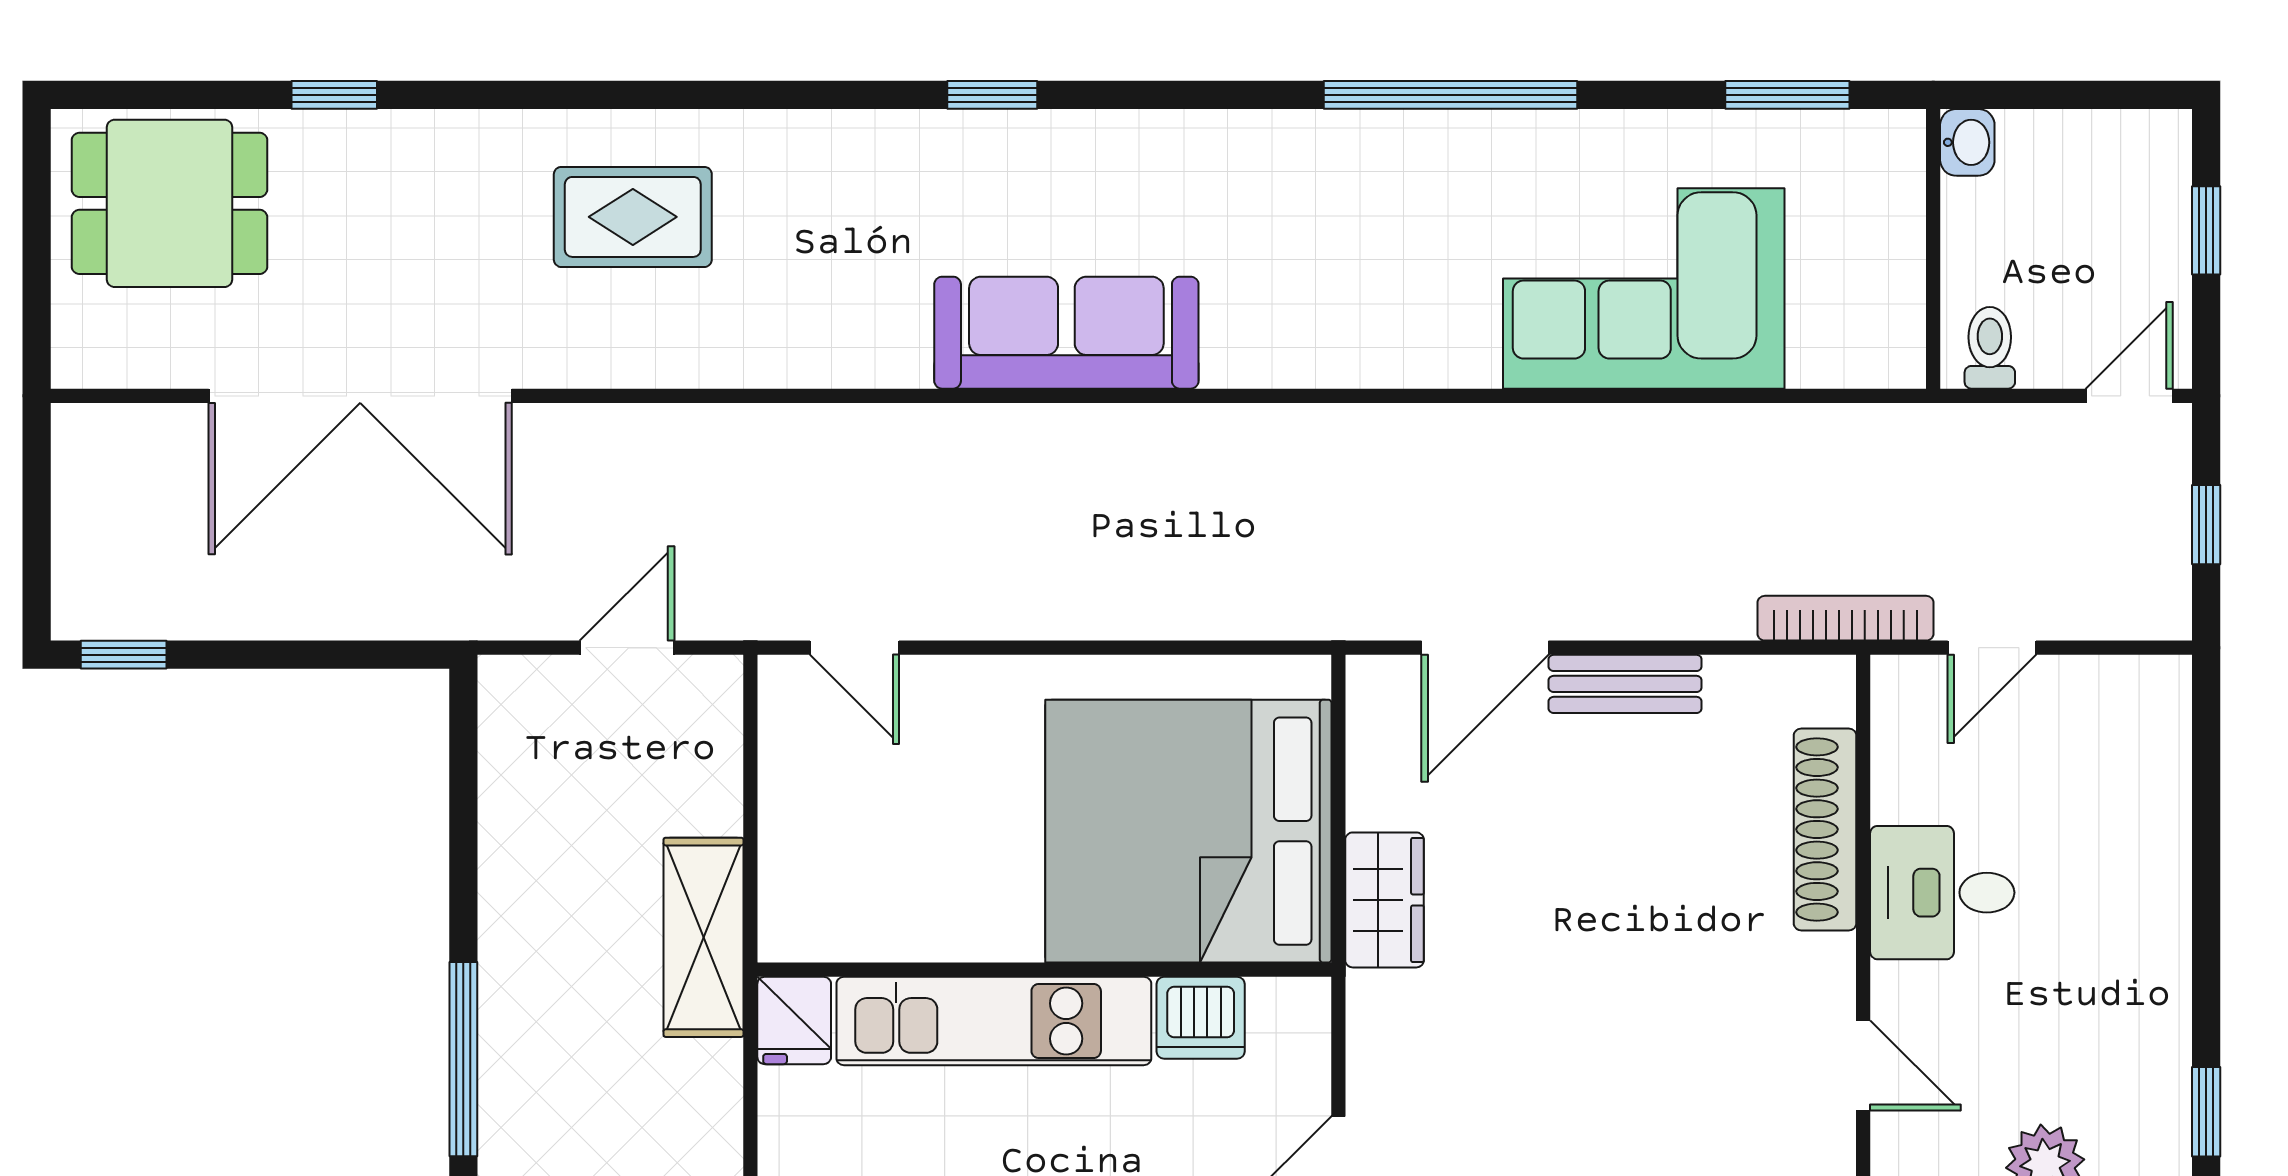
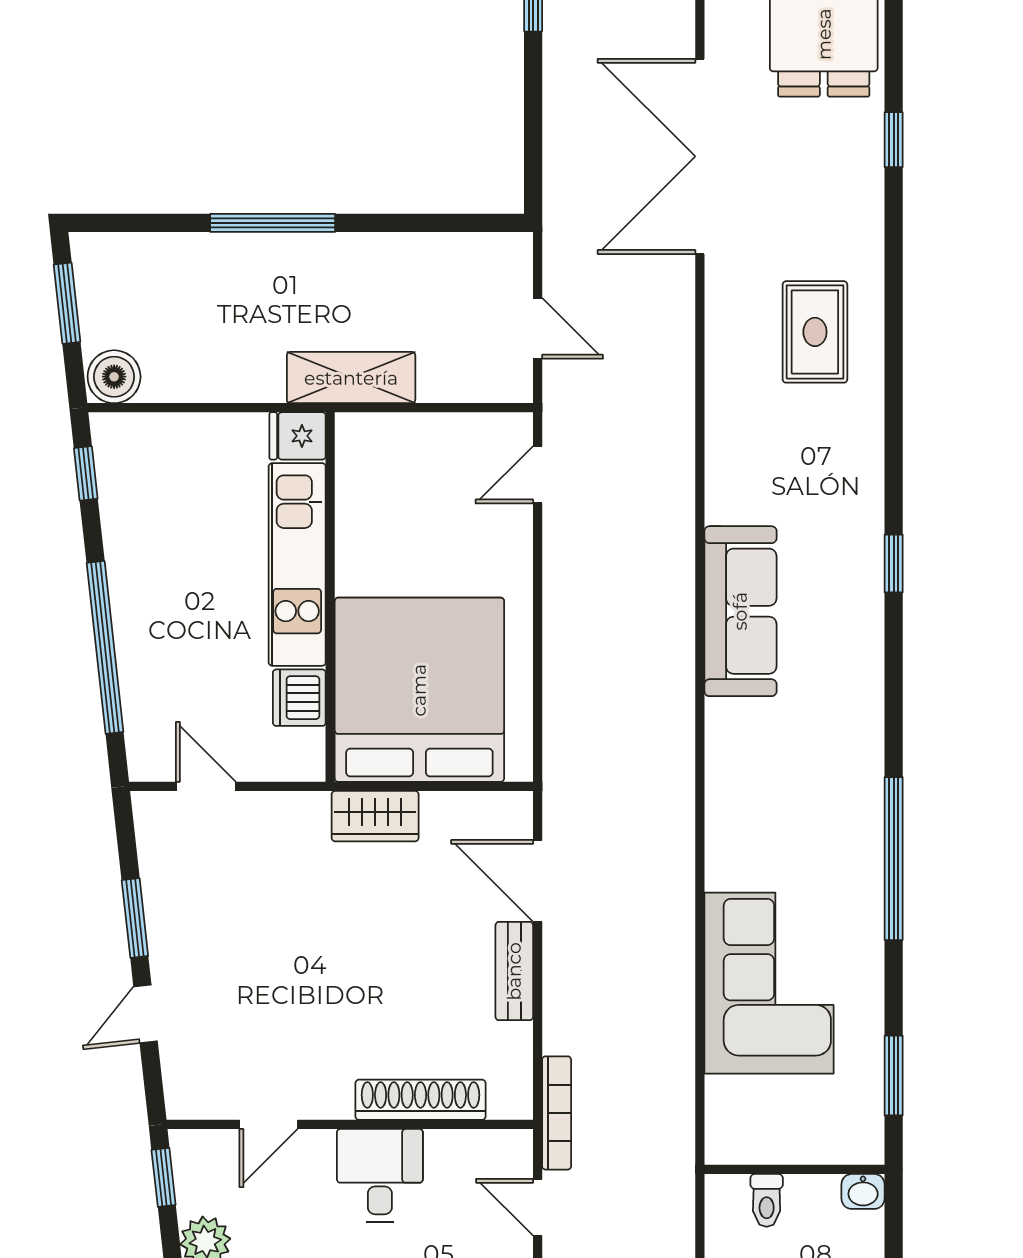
toilet: (1990, 348) -> (767, 1200), moved, turned 90

